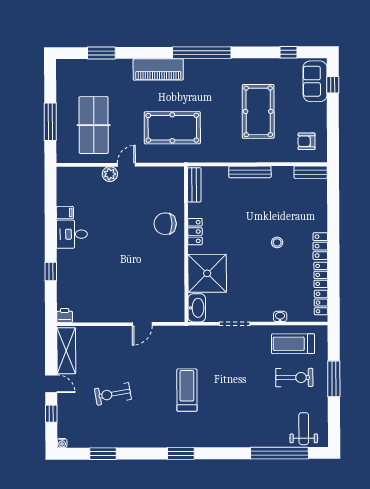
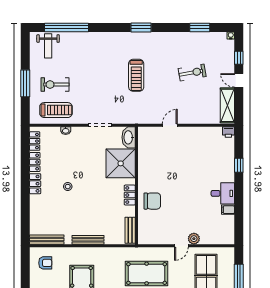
bench: (311, 172) -> (47, 240), width x1.36

